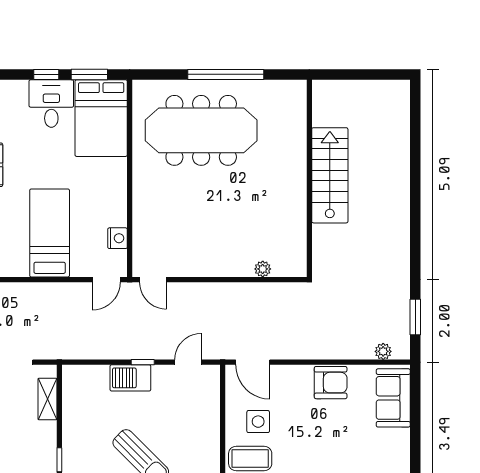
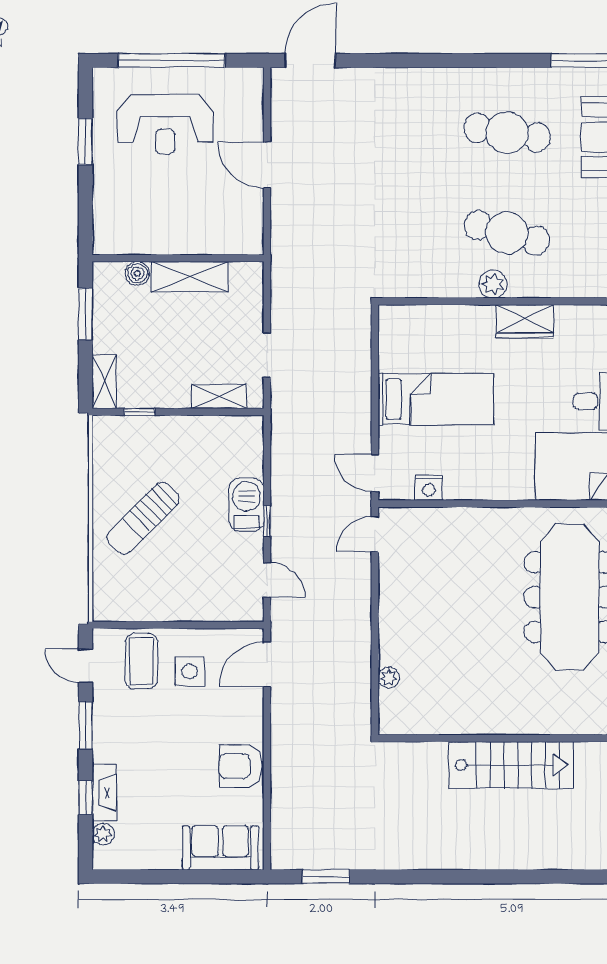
plant: (383, 351) -> (281, 835), removed
armchair: (331, 383) -> (240, 766), turned 90

